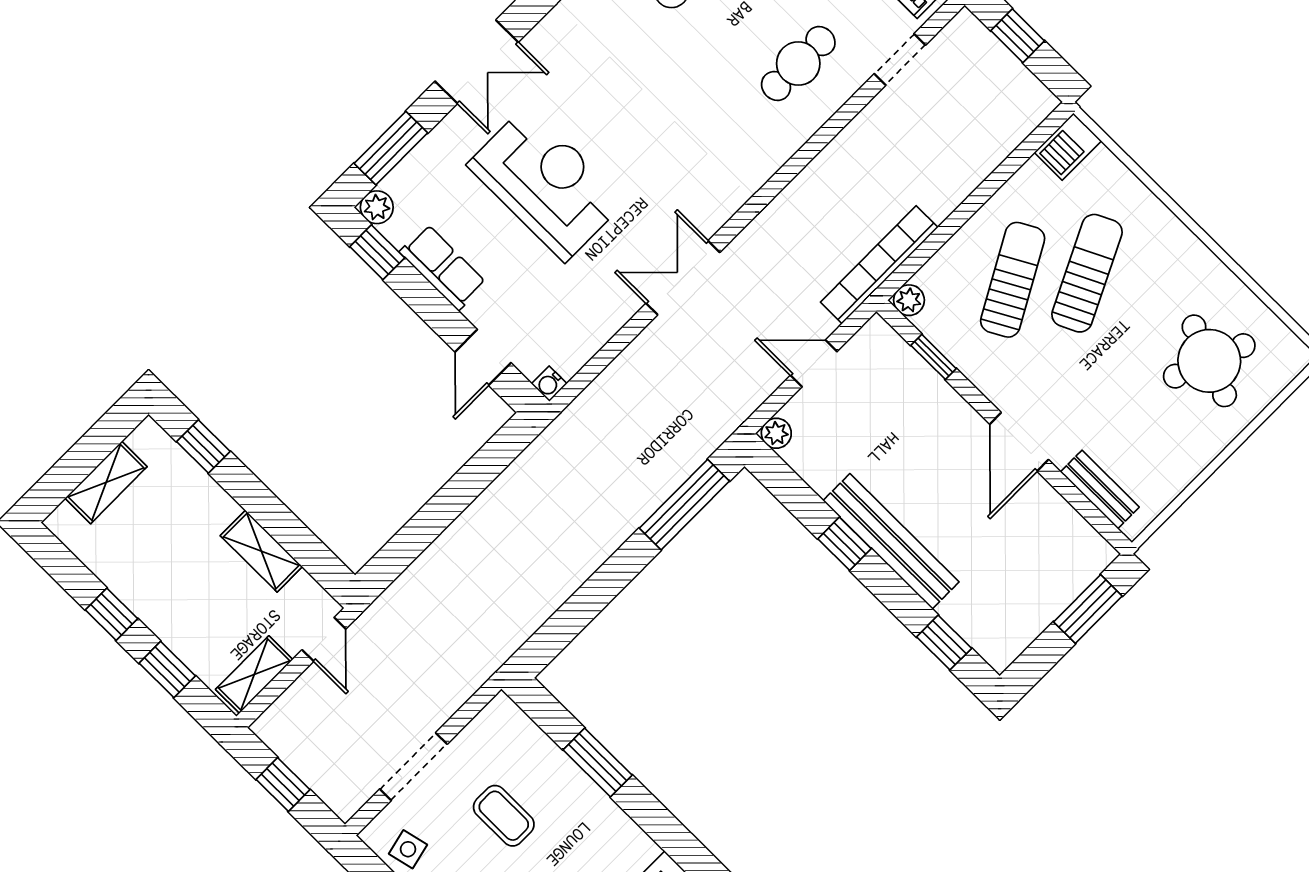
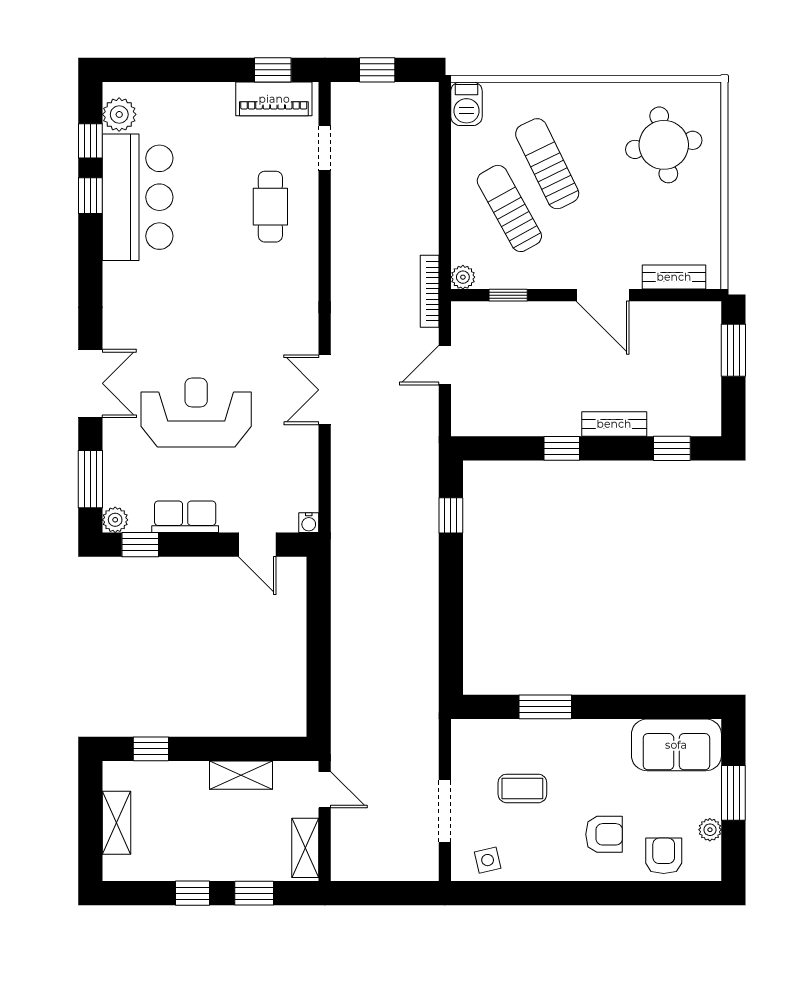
bookcase: (879, 265) -> (430, 291), width x0.68, depth x0.76
round table: (1209, 361) -> (664, 145), turned -30
plant: (776, 433) -> (463, 425), removed
window: (684, 505) -> (451, 515), width x0.46
bench: (891, 541) -> (614, 424), width x0.54, depth x0.82
window: (283, 785) -> (382, 893), removed

